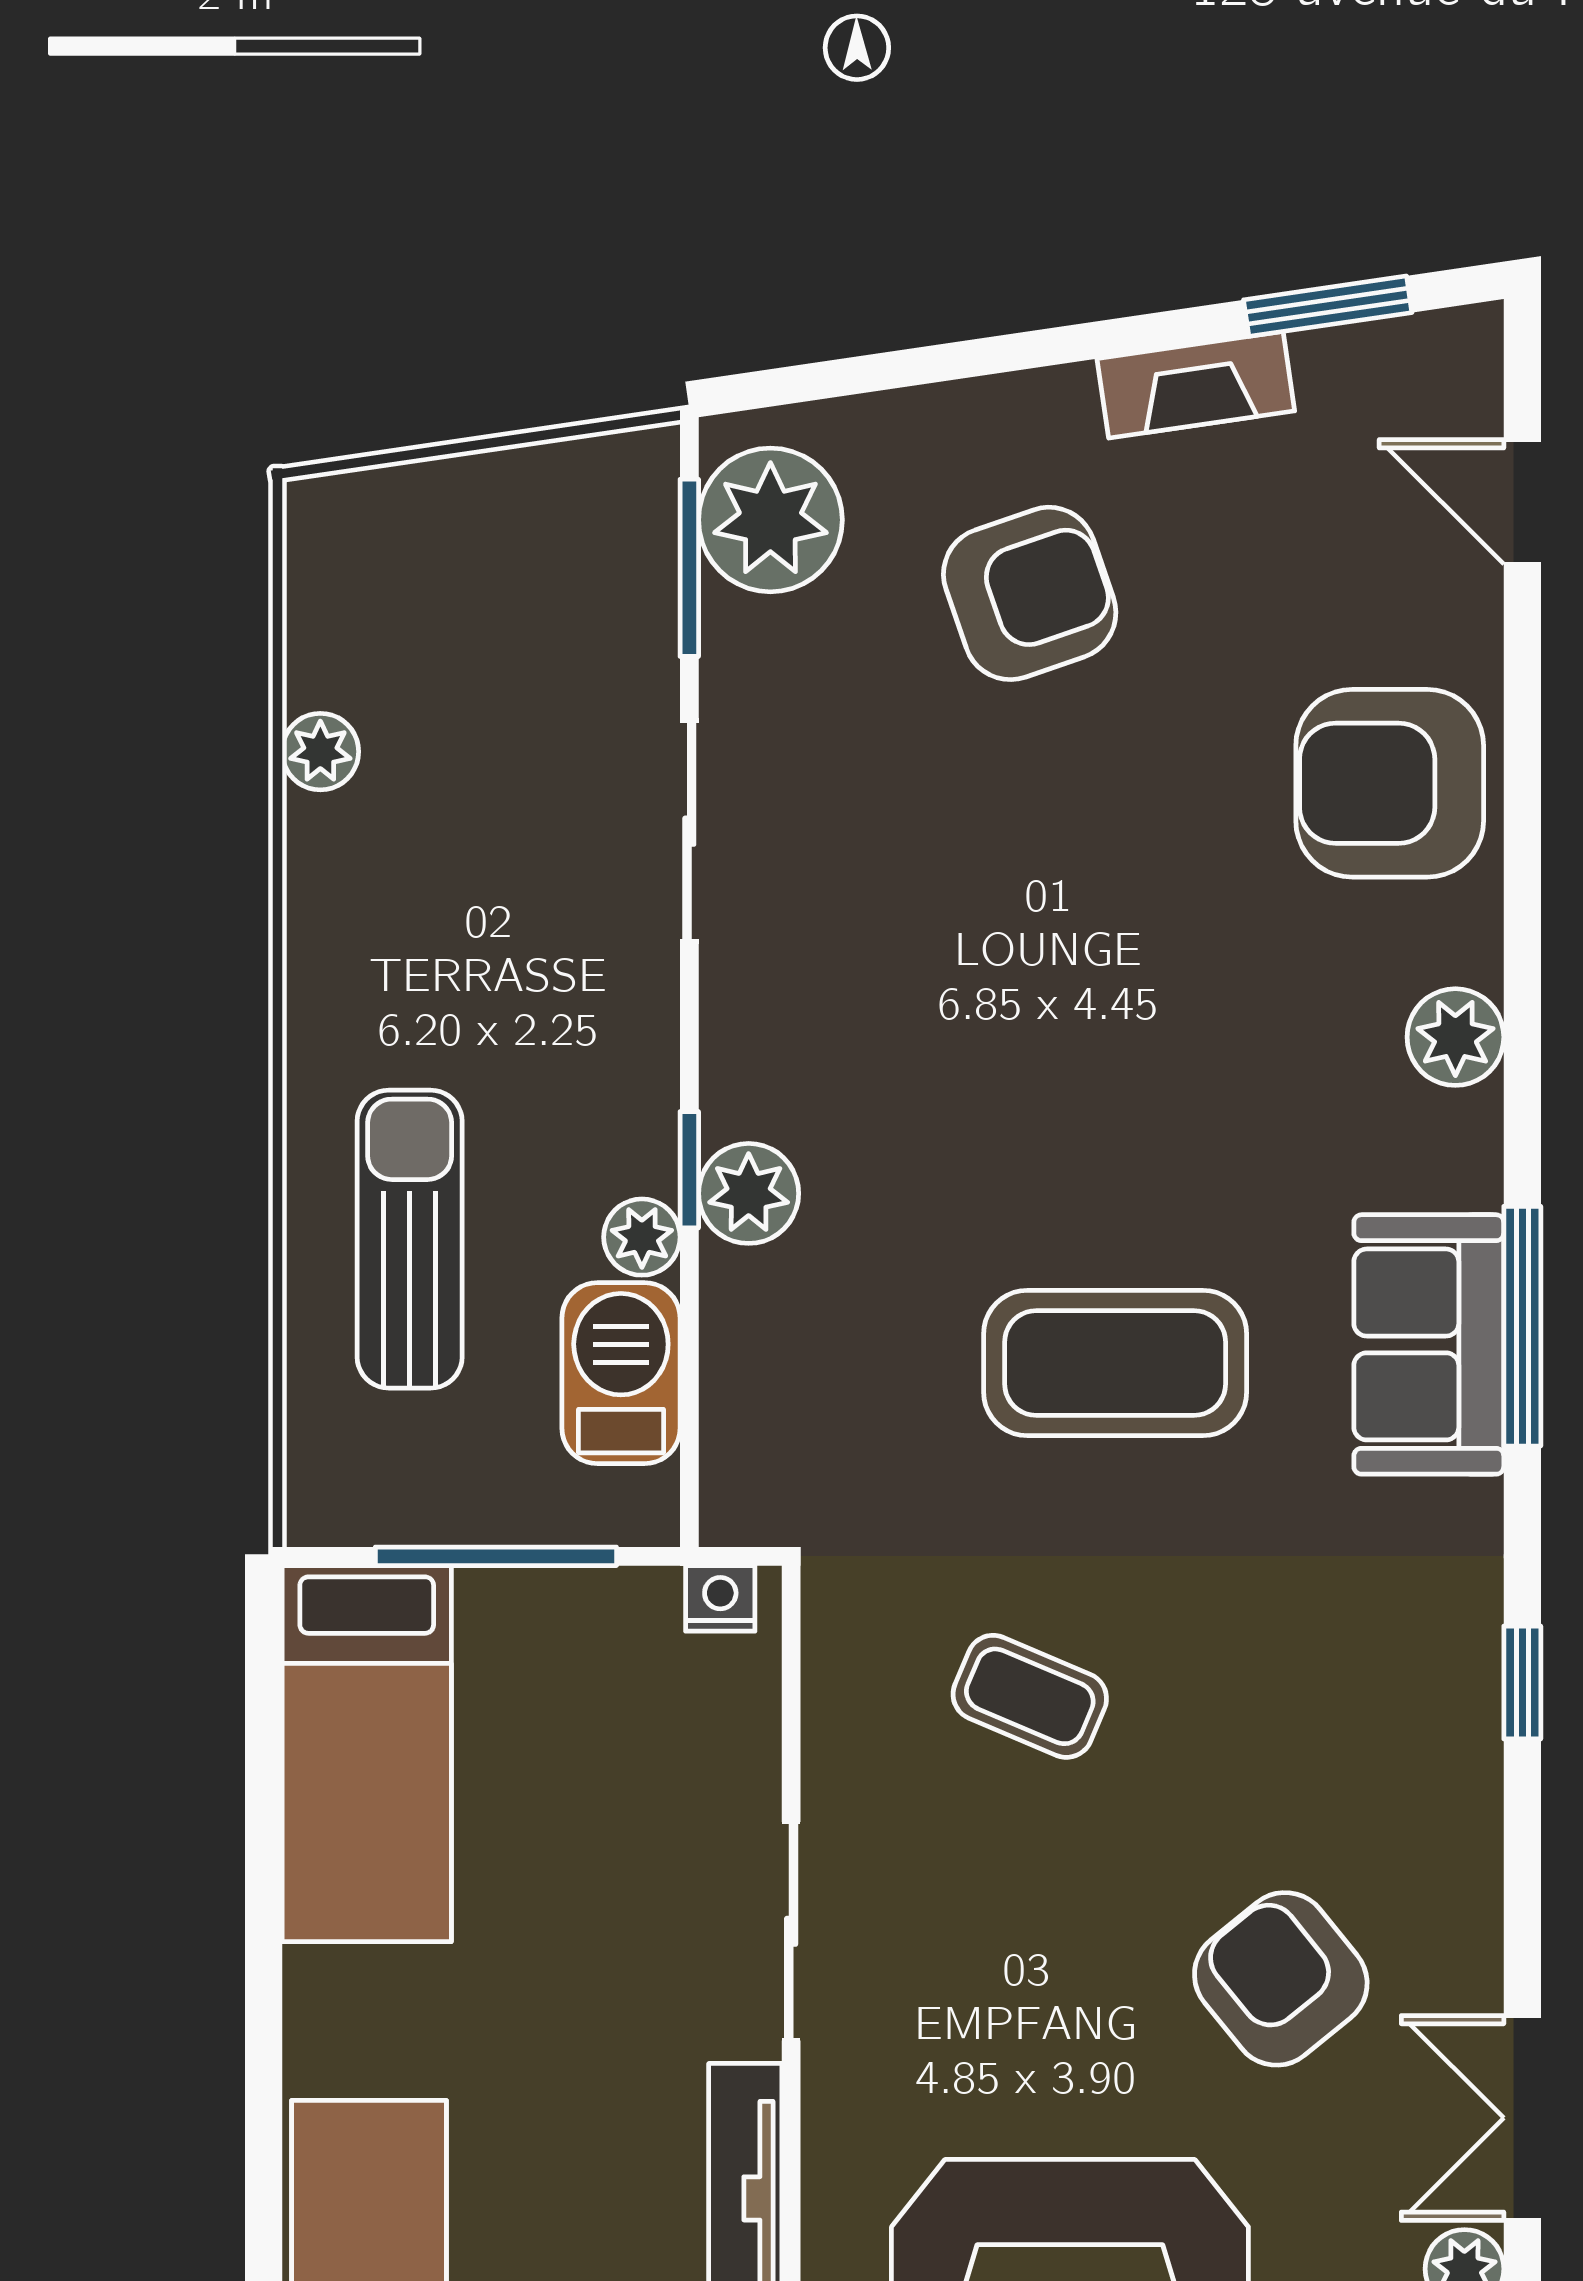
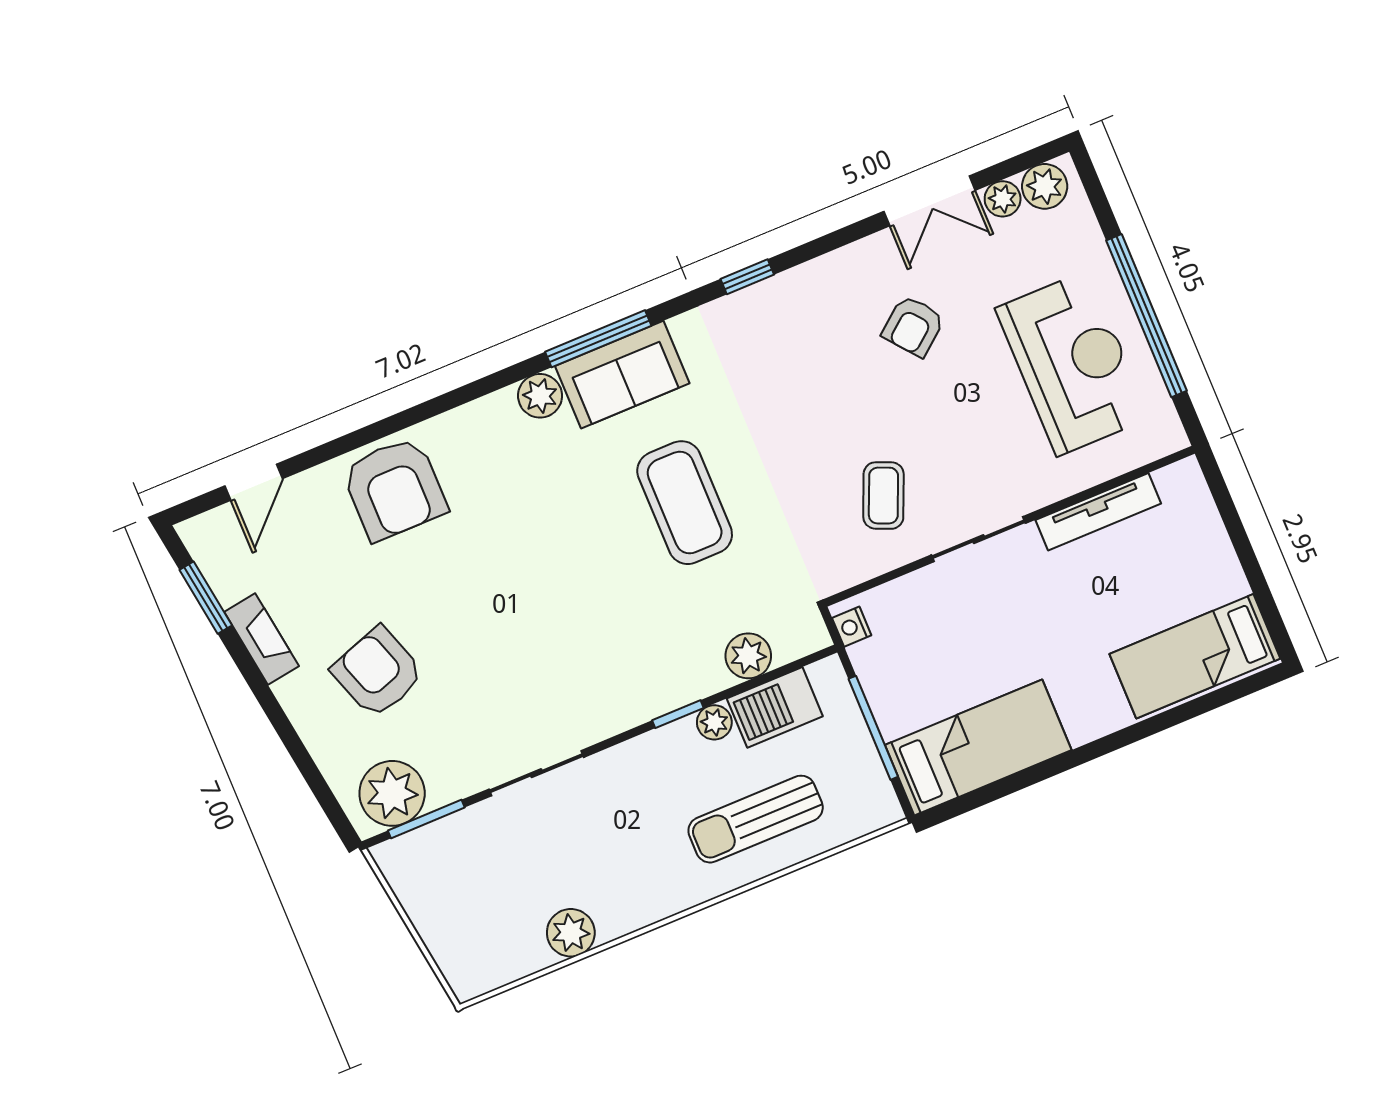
plant: (320, 752) -> (571, 933), width x1.38, depth x1.38
plant: (1455, 1037) -> (540, 396), moved
plant: (749, 1193) -> (748, 656), moved
coffee table: (1030, 1696) -> (883, 496), moved
armchair: (1281, 1979) -> (913, 326), width x0.72, depth x0.72

